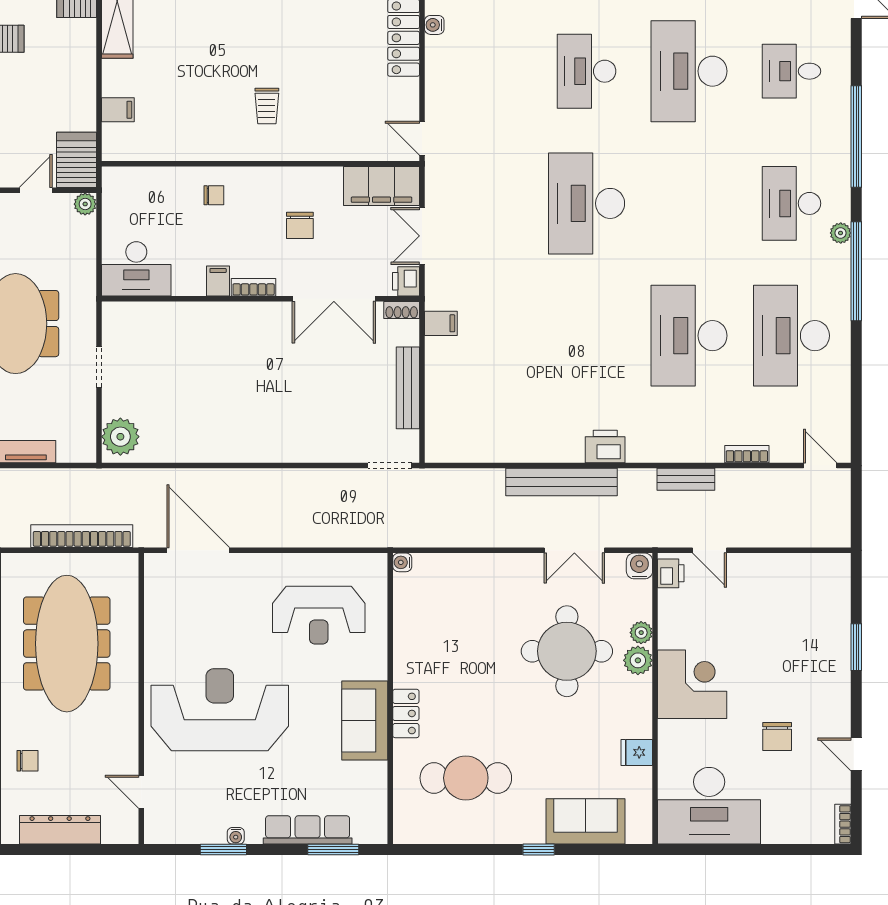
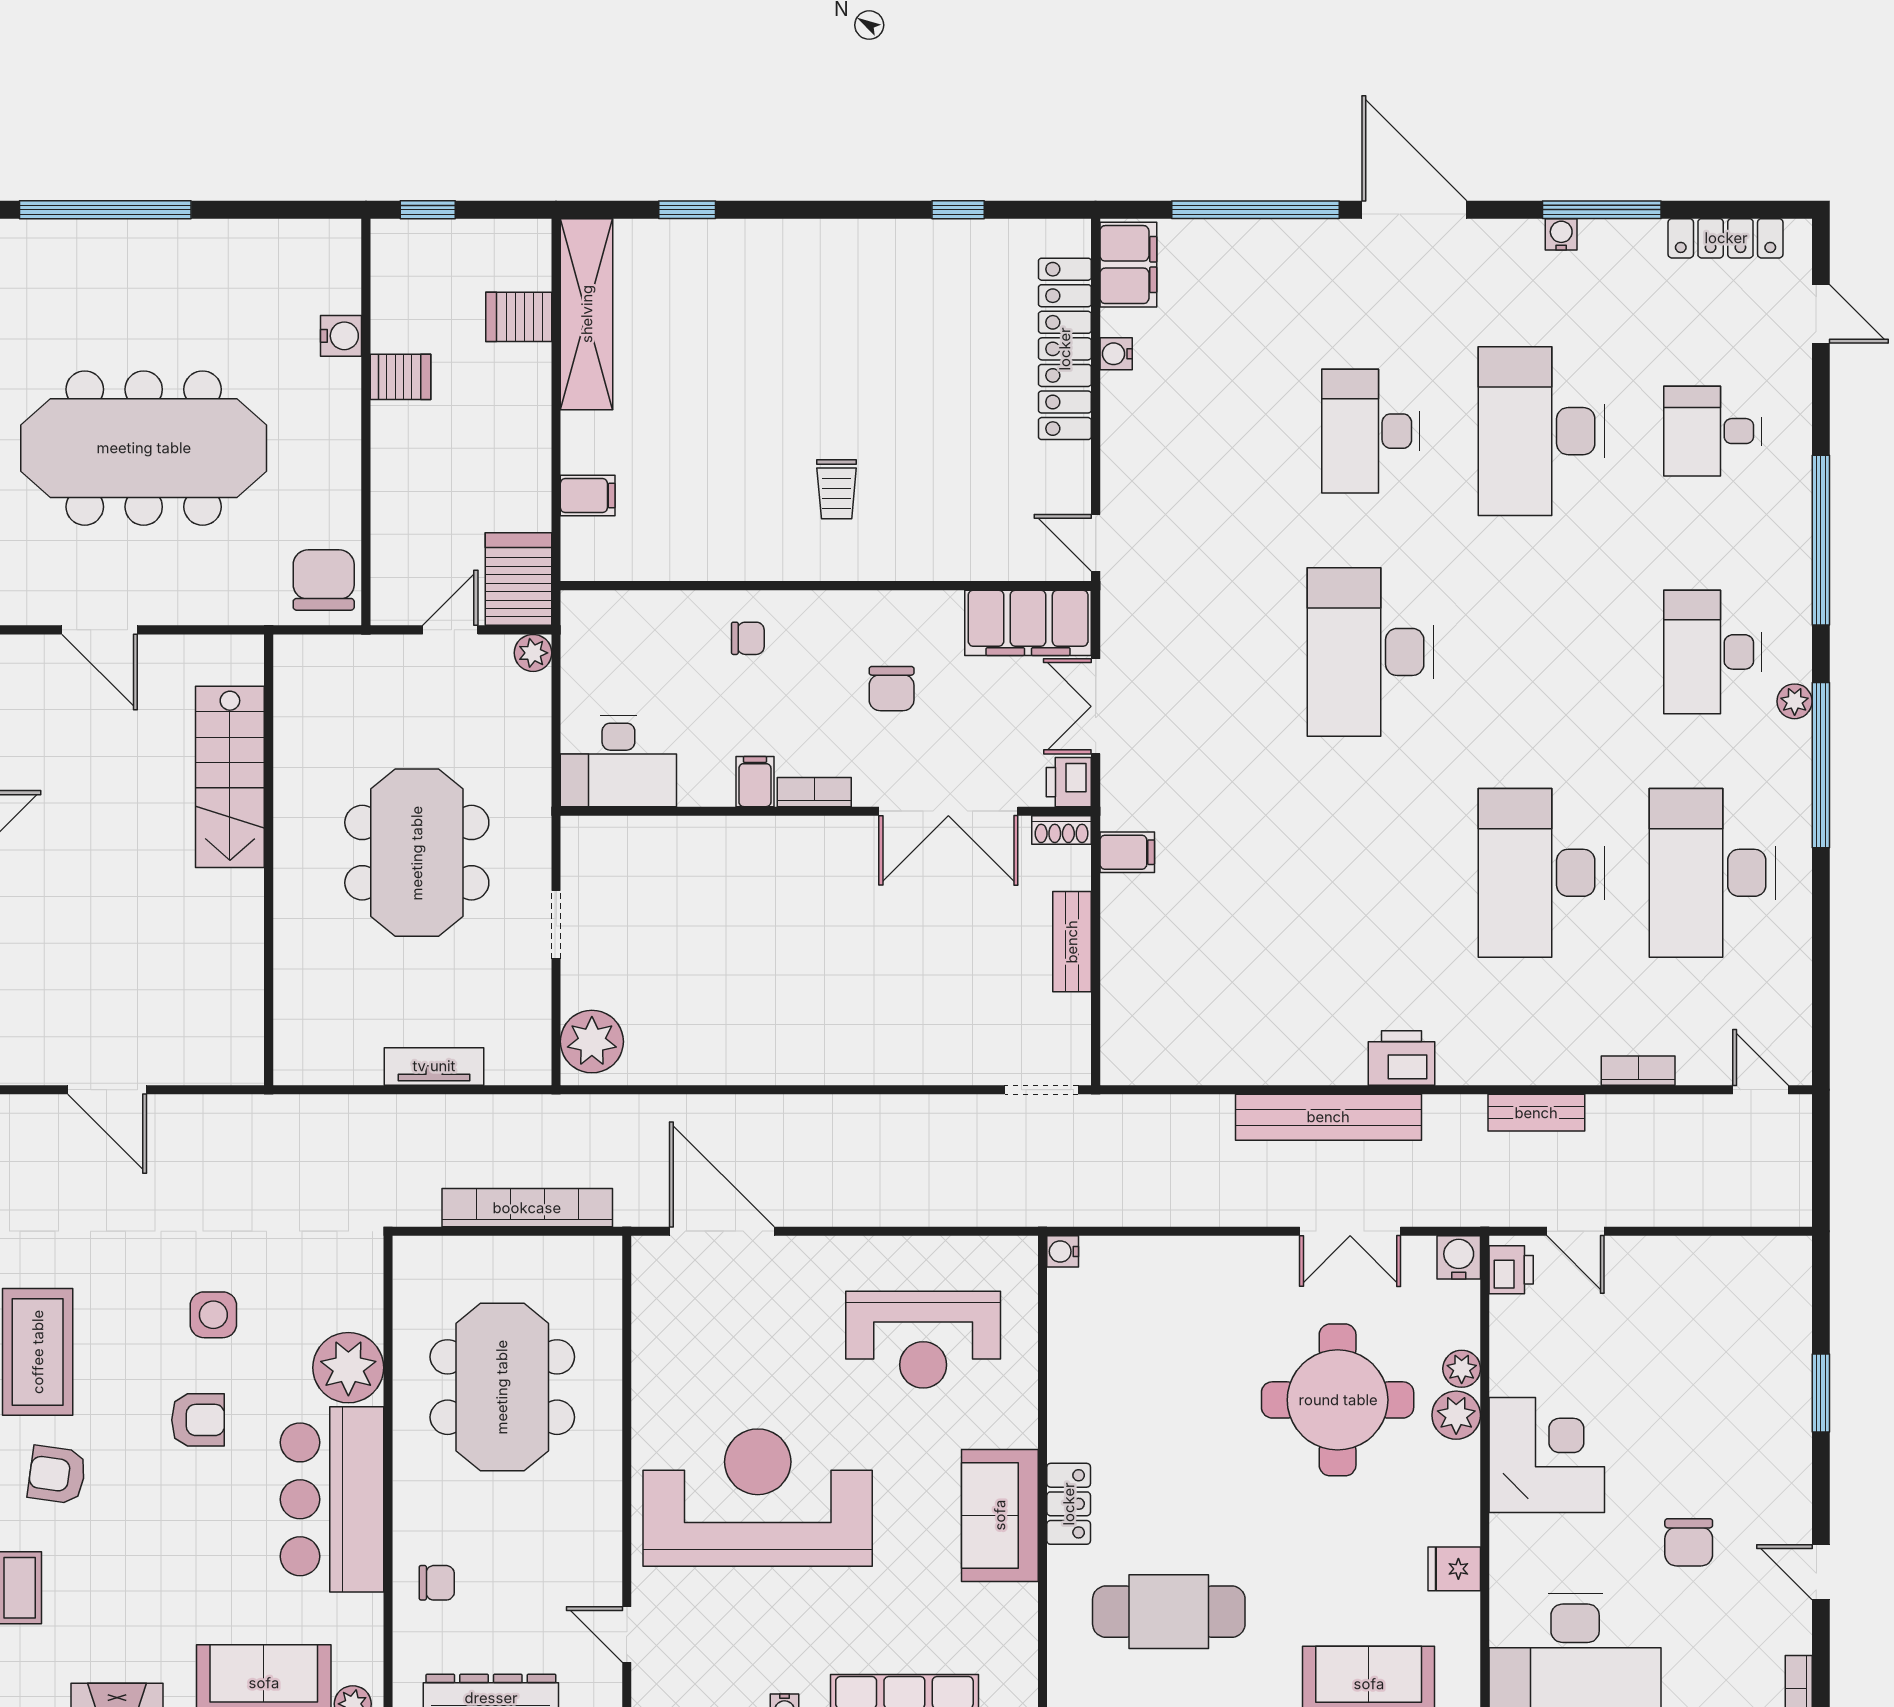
bench: (408, 388) -> (1072, 942), width x0.73
meeting table: (67, 644) -> (502, 1387), width x0.73

